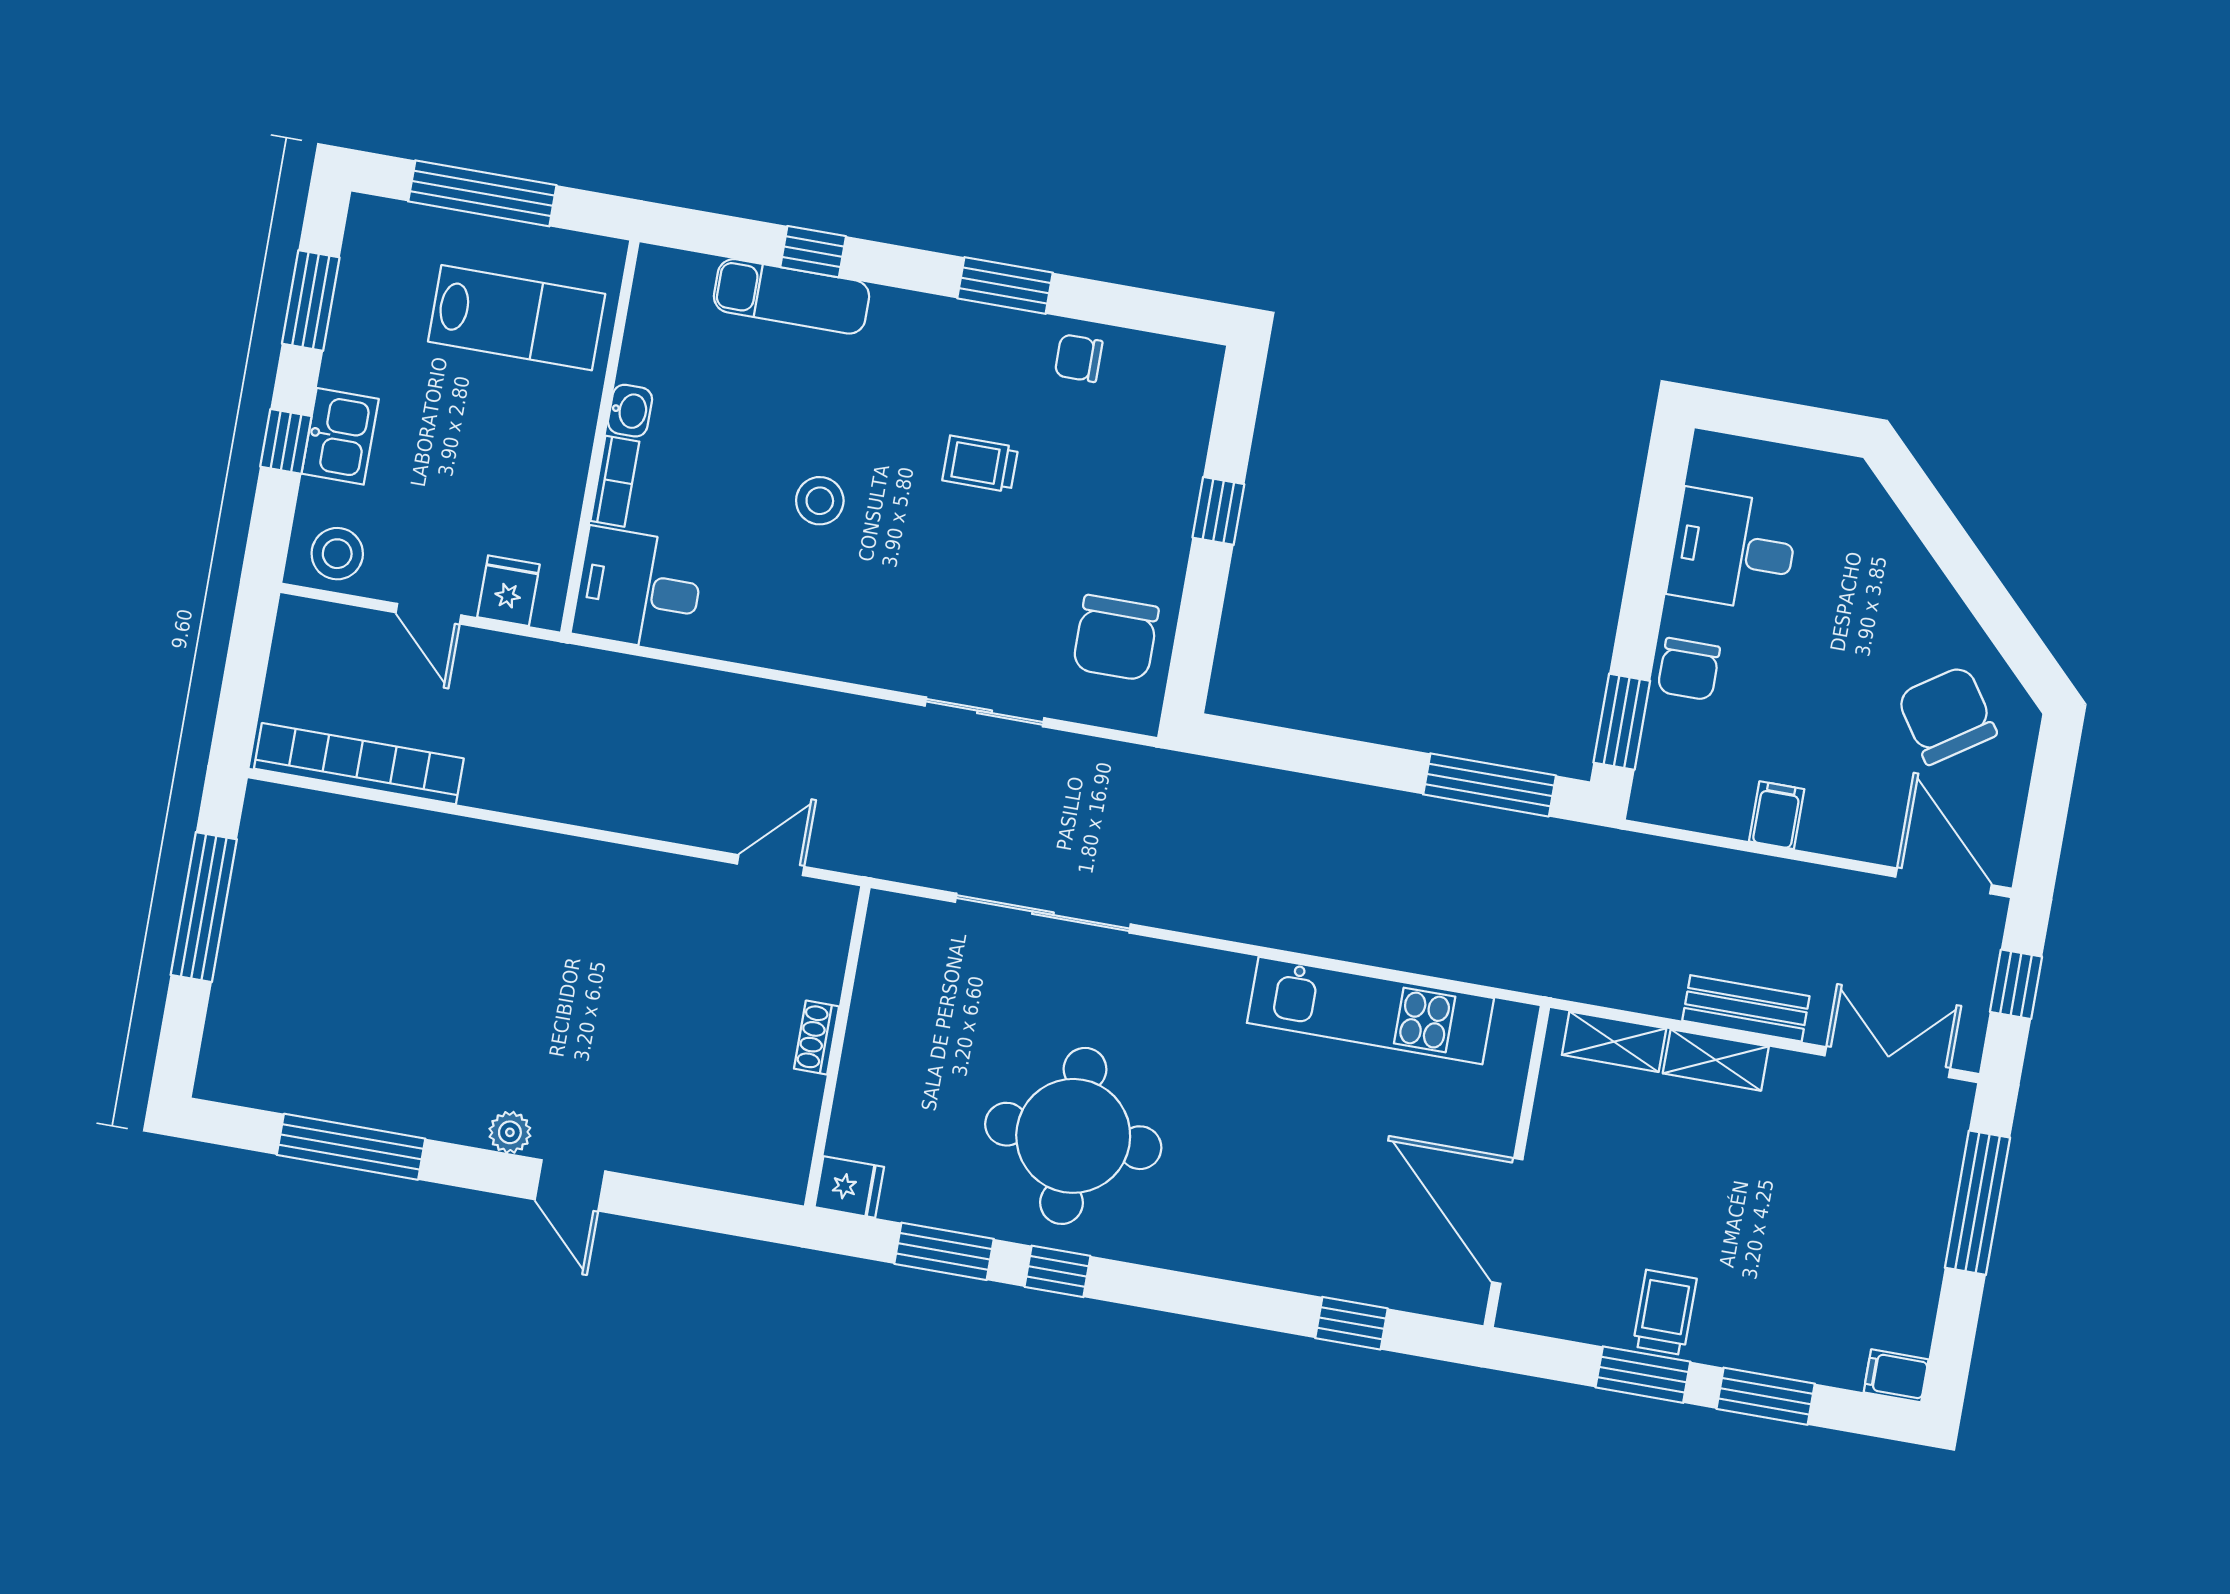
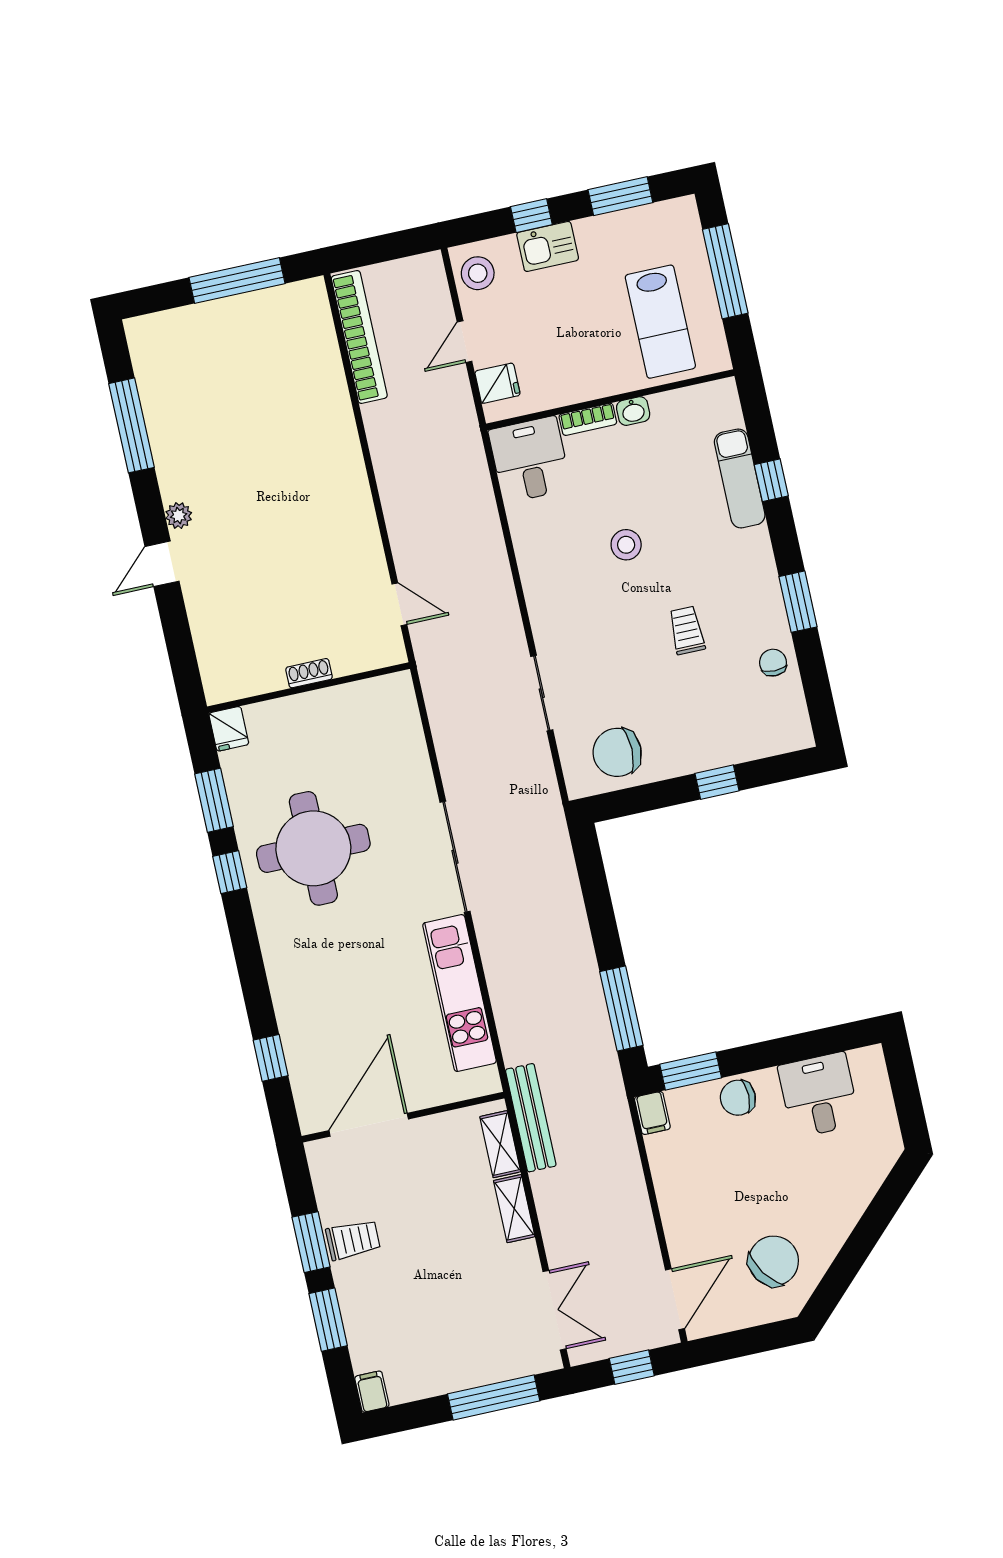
filing cabinet: (1777, 815) -> (652, 1113), moved, turned 90
sliding door: (1043, 913) -> (455, 857), moved
bench: (1746, 1008) -> (531, 1118), moved, width x1.36

